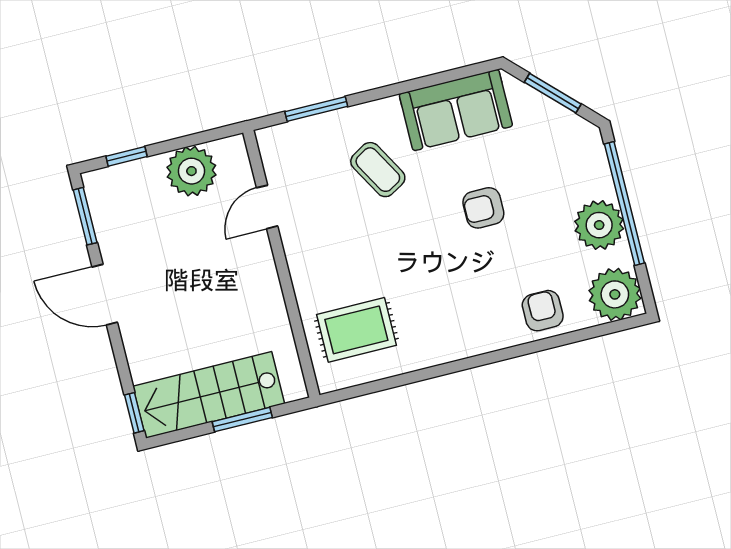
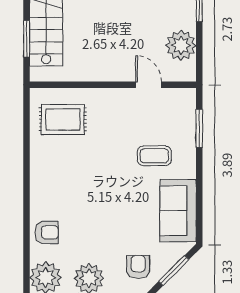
coffee table: (378, 170) -> (154, 156), turned 30
armchair: (483, 208) -> (138, 267), moved
rug: (356, 330) -> (63, 119), turned 90

